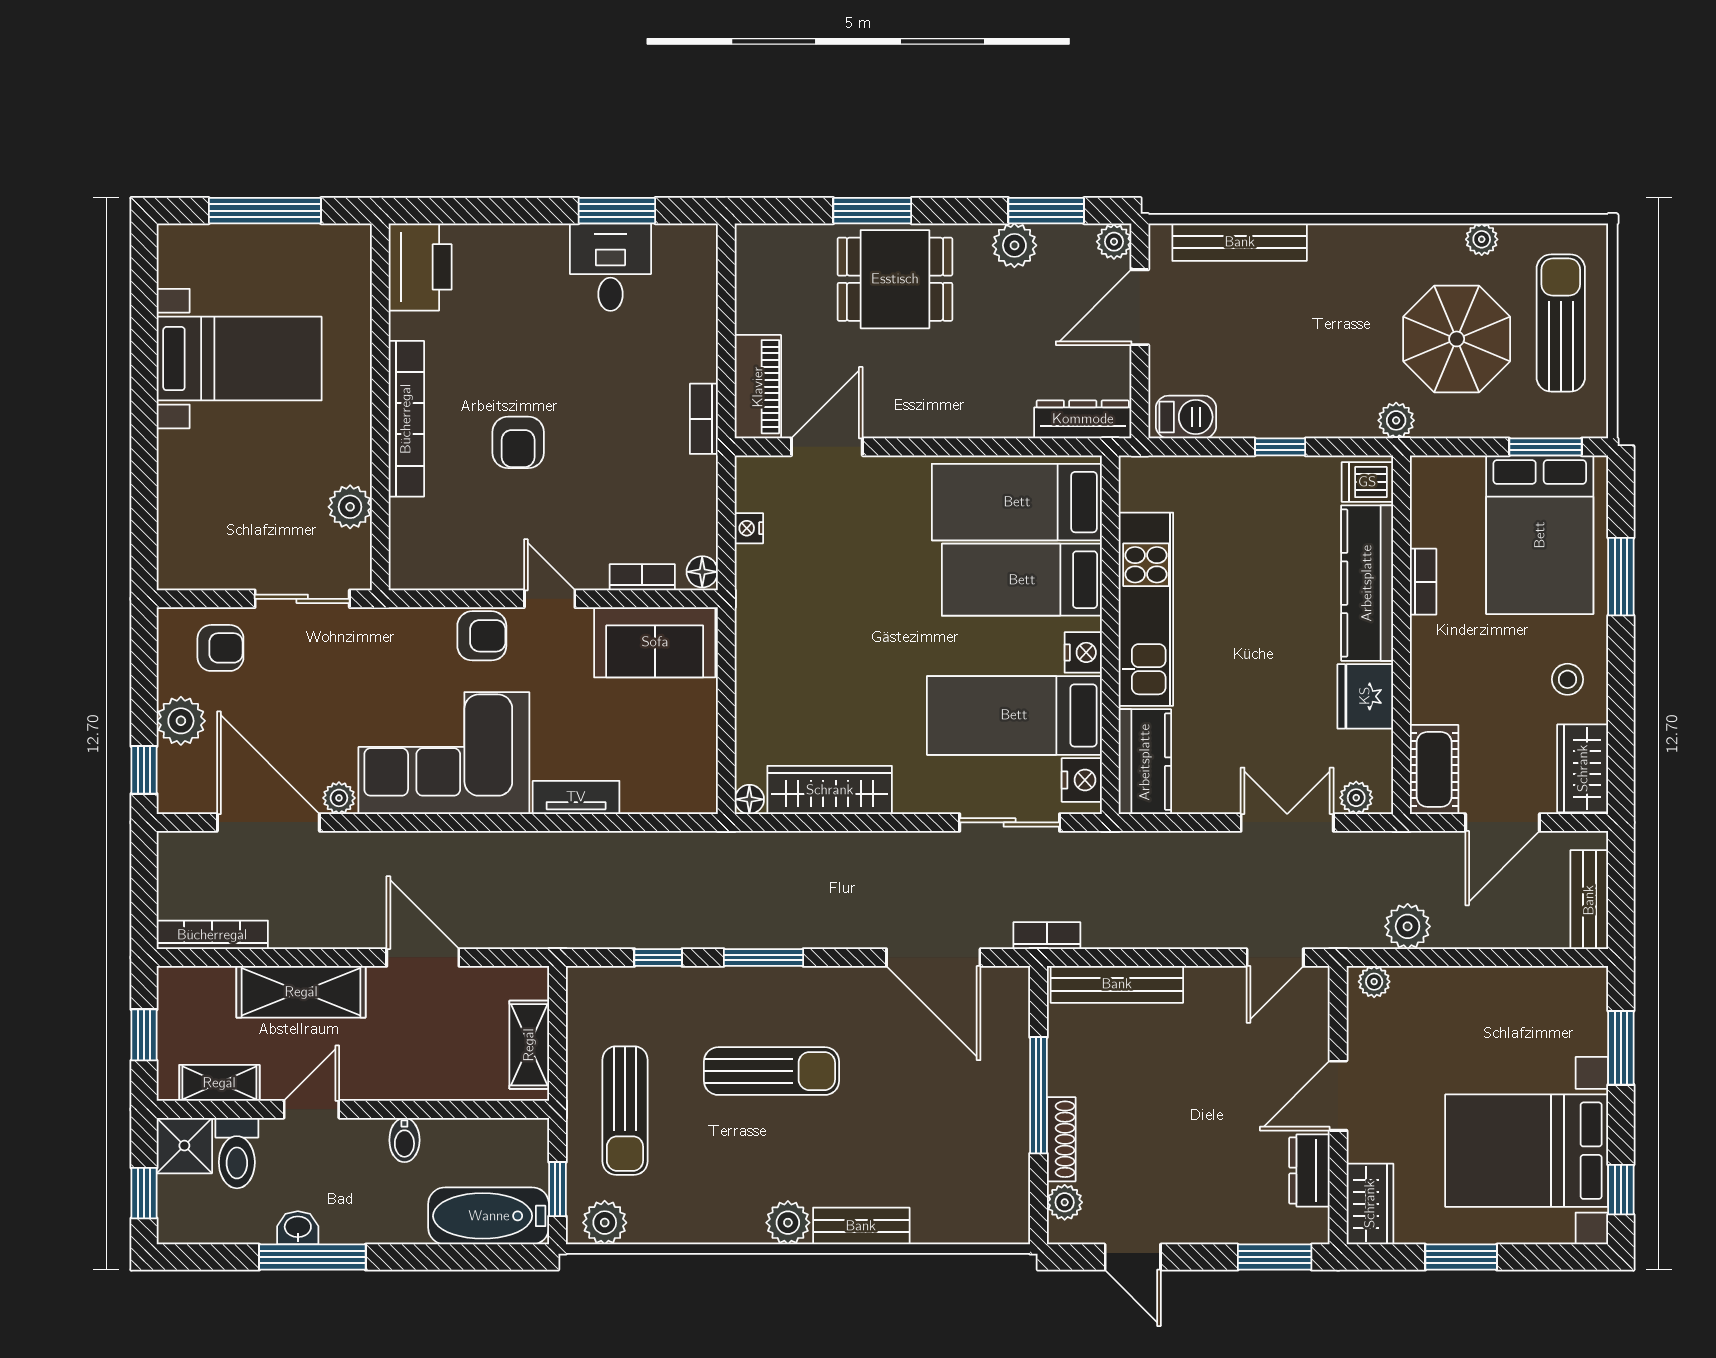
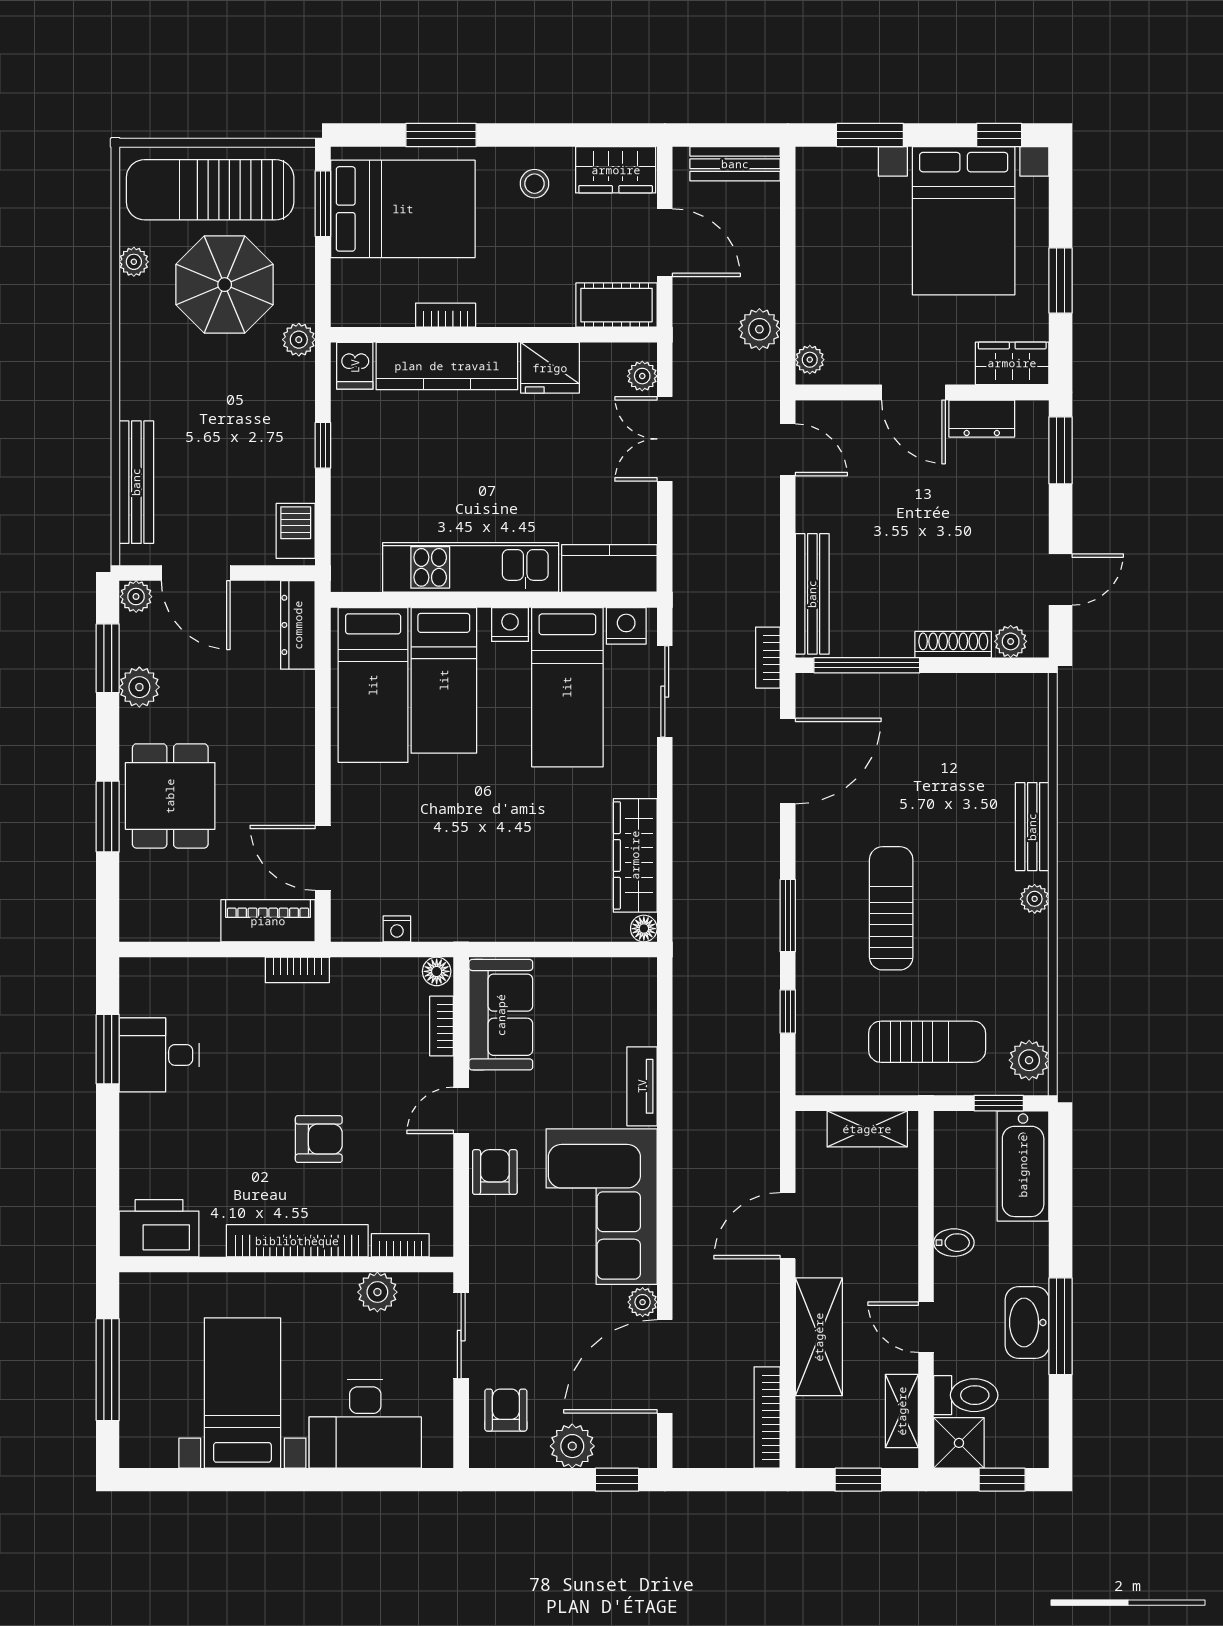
sun lounger: (1561, 323) -> (210, 190), width x1.36, depth x1.34
desk: (205, 493) -> (365, 1424), added
bookcase: (401, 532) -> (400, 1245), added
window: (1039, 1095) -> (867, 665), moved
plant: (788, 1223) -> (1035, 899), width x0.73, depth x0.73
washbasin: (298, 1228) -> (1027, 1322), width x1.91, depth x1.45

